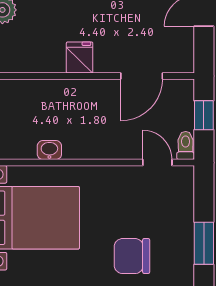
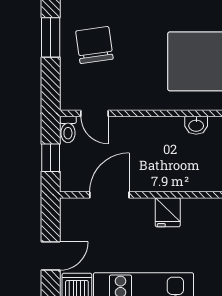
chair: (132, 256) -> (94, 45), moved, turned -98

